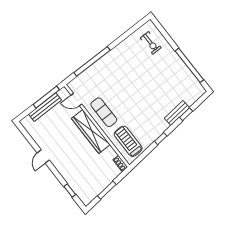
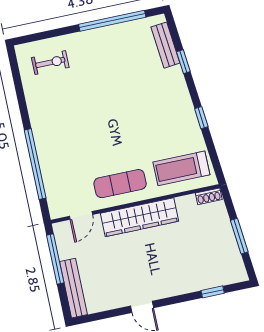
bench: (45, 107) -> (74, 288), moved
bench: (177, 113) -> (165, 45), moved

